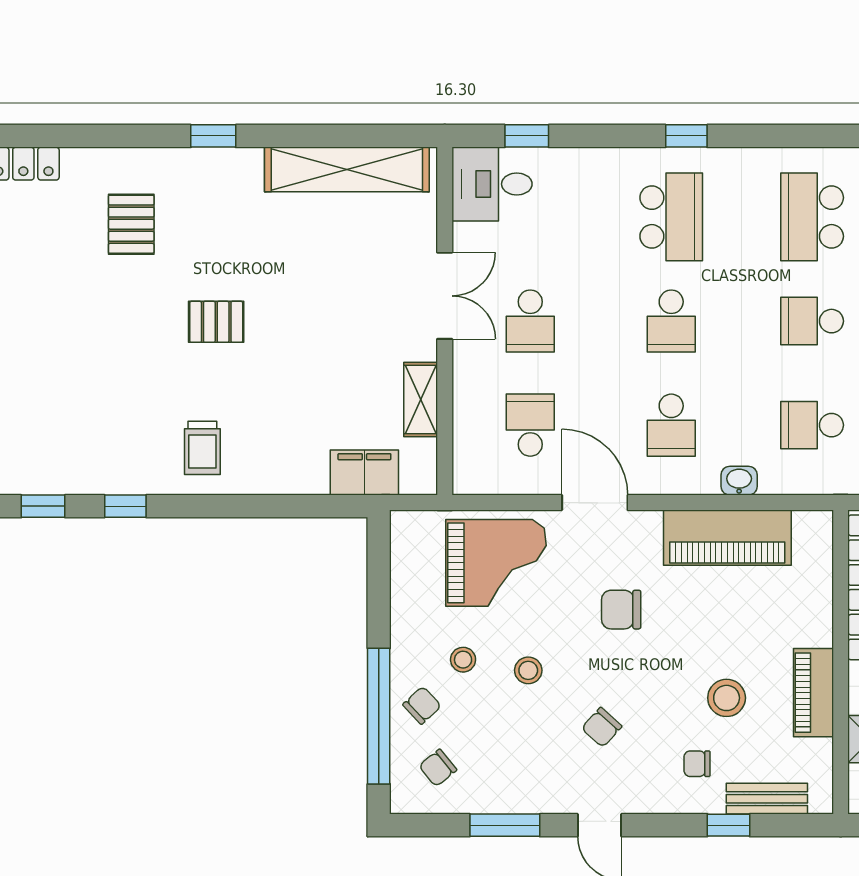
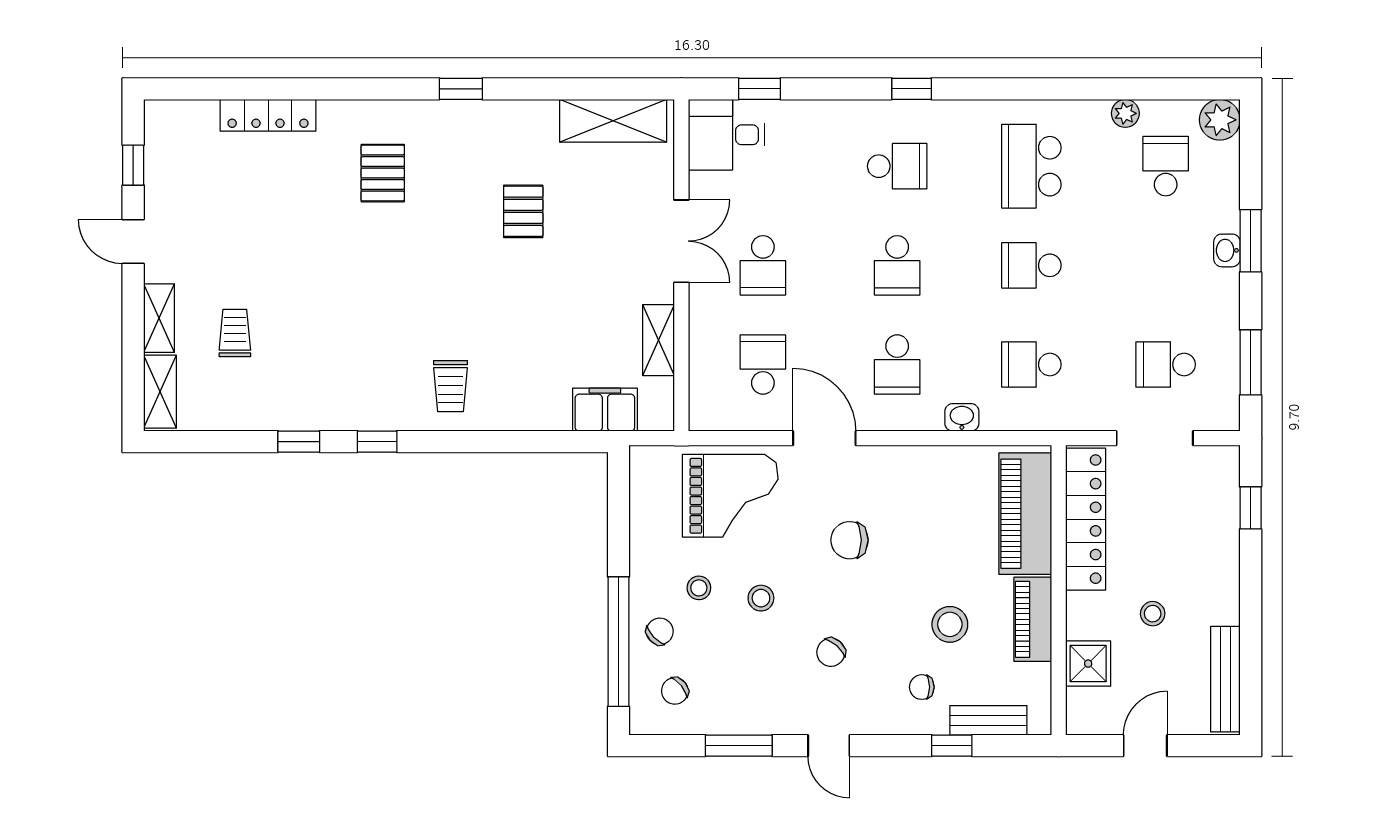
shelving: (347, 169) -> (613, 121), width x0.68
school desk: (671, 217) -> (897, 166), width x0.54
pallet: (216, 322) -> (523, 211), moved, turned 90
piano: (727, 538) -> (1025, 514), moved, turned 90

